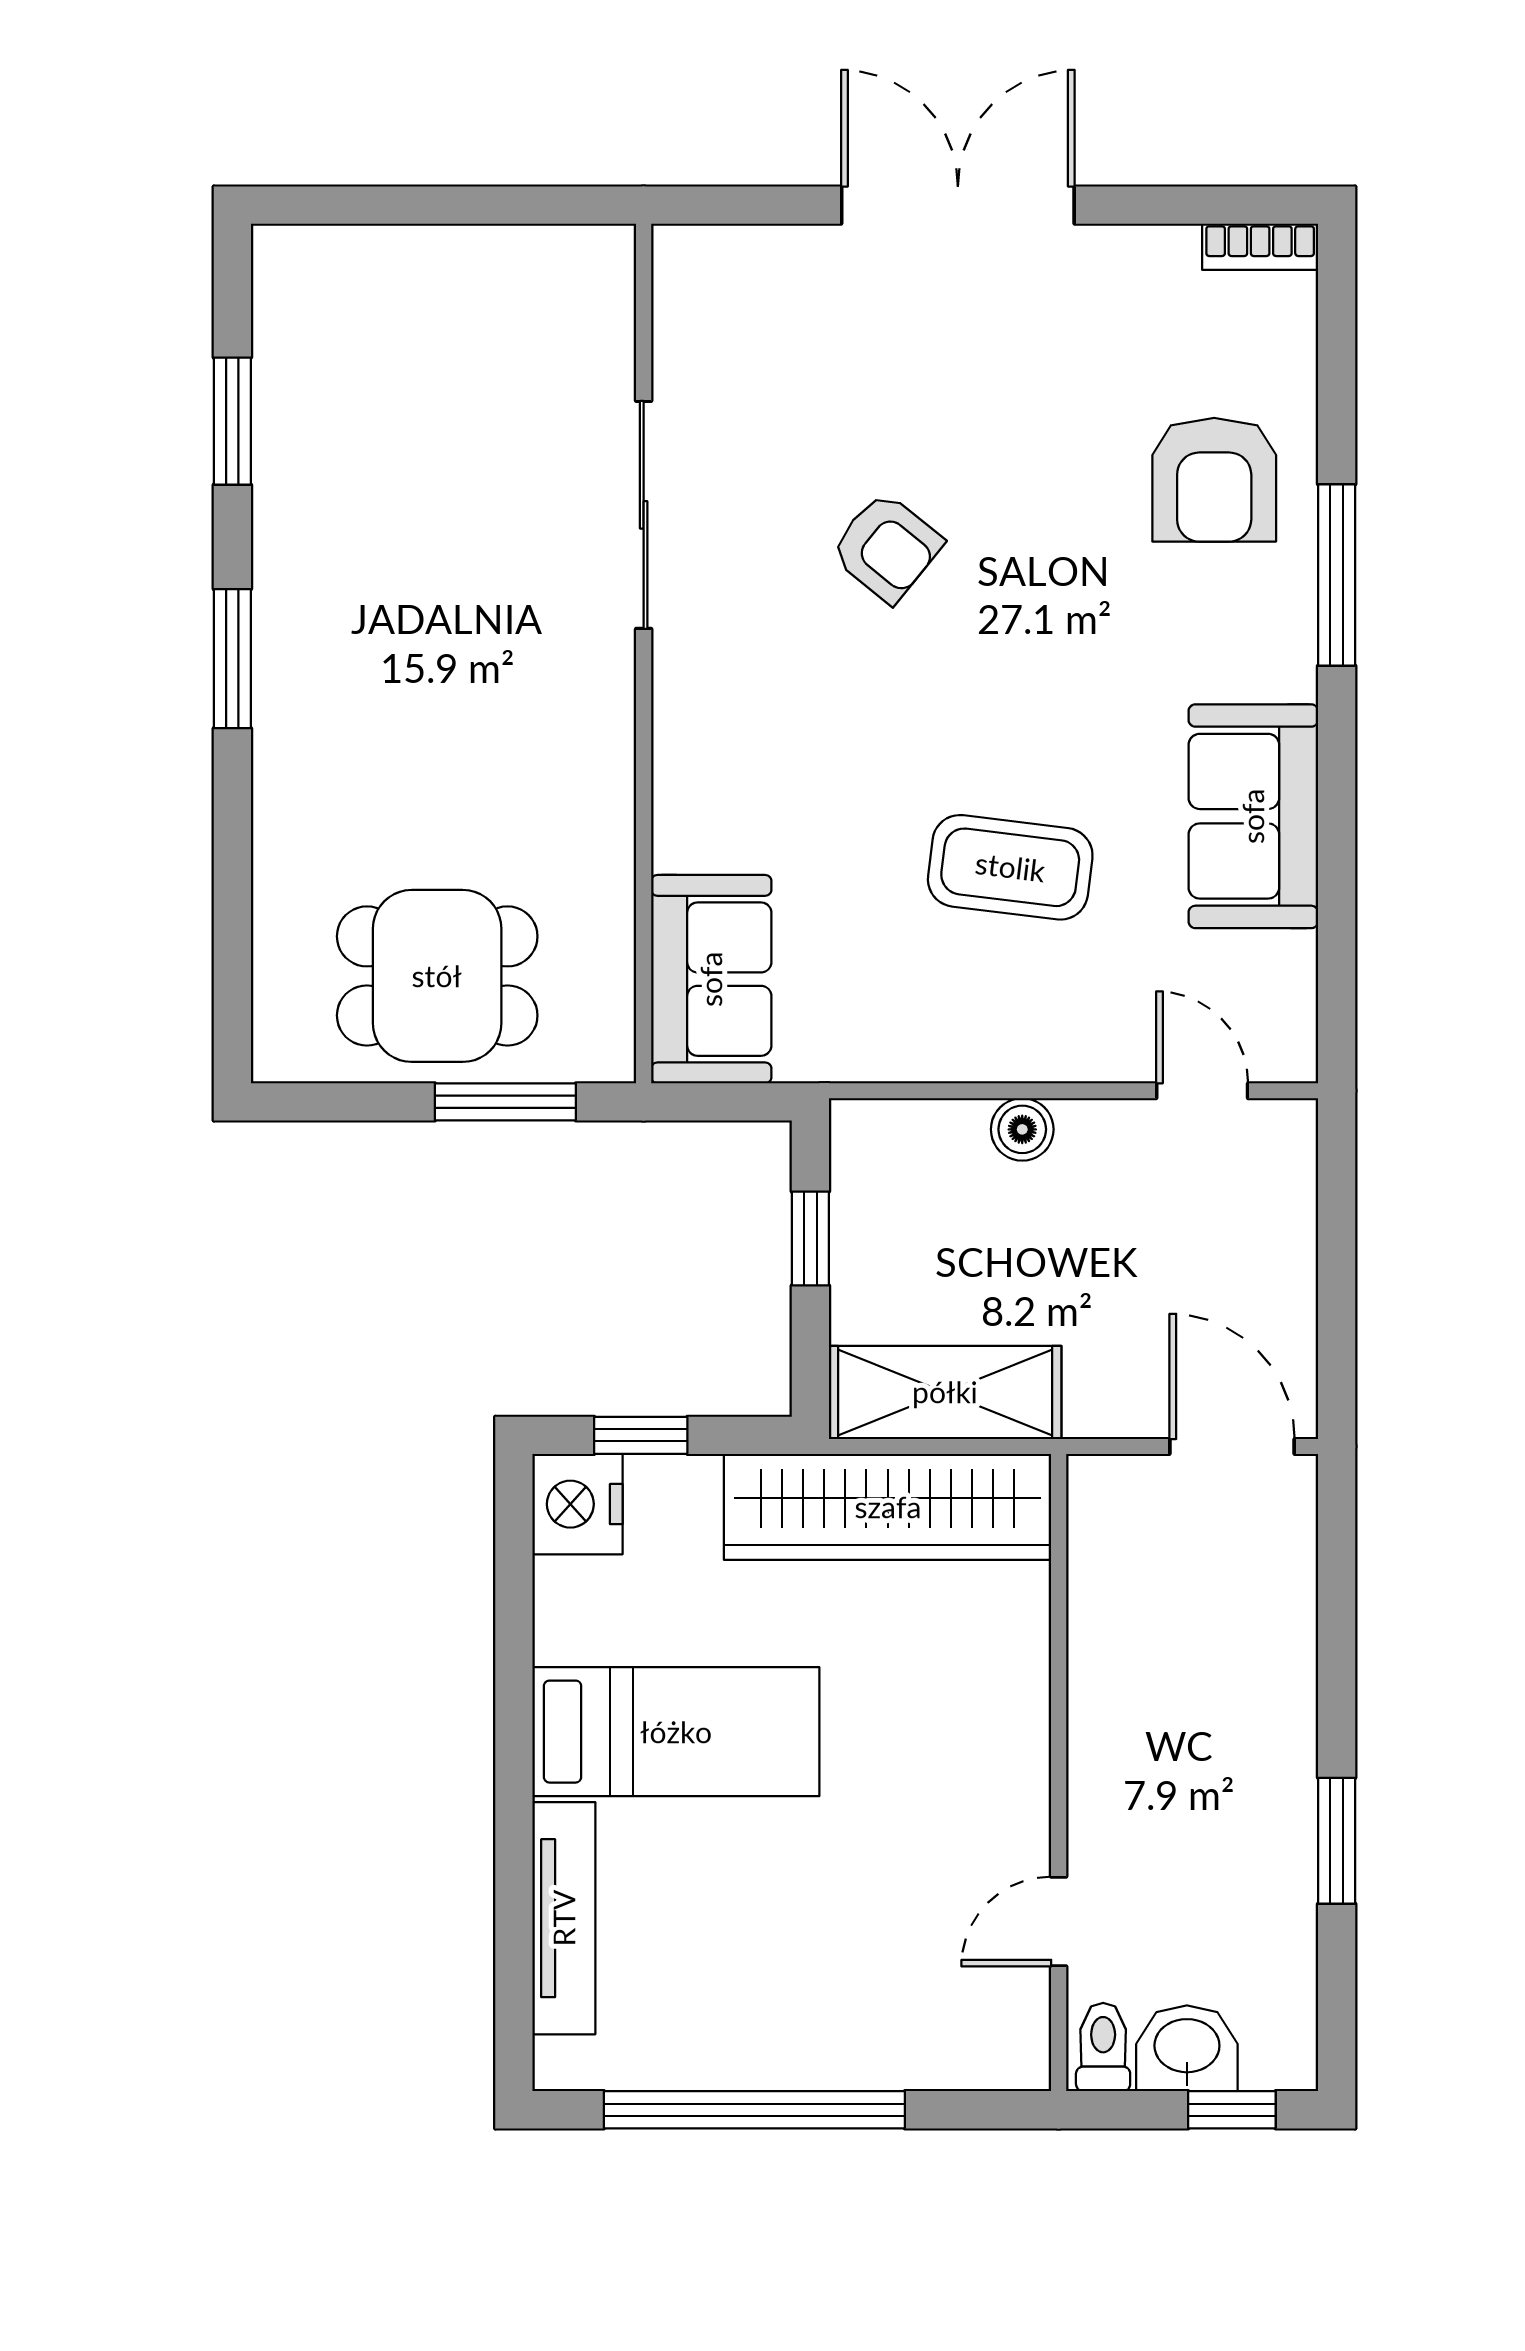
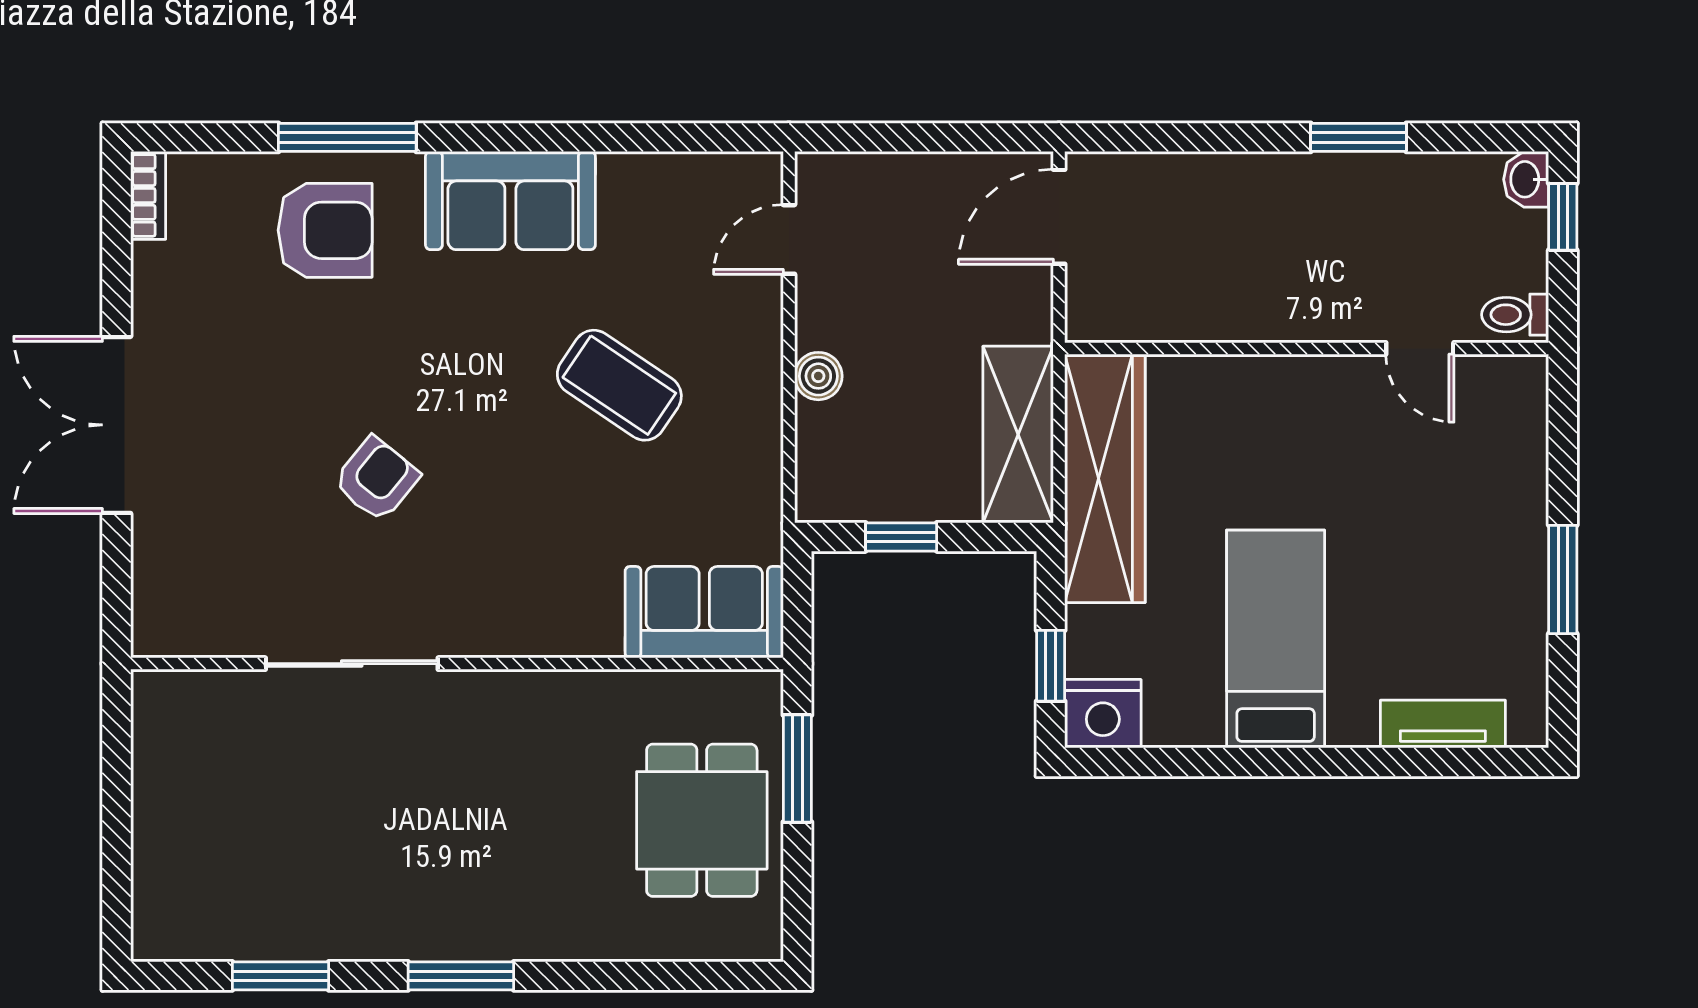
window: (1337, 575) -> (347, 137), moved
sofa: (1253, 816) -> (510, 201), moved
coffee table: (1010, 867) -> (619, 385), turned -63
tv unit: (564, 1918) -> (1443, 724), width x0.71
washbasin: (1187, 2048) -> (1526, 179), moved, width x0.72, depth x0.69
window: (754, 2110) -> (1563, 579), width x0.47

